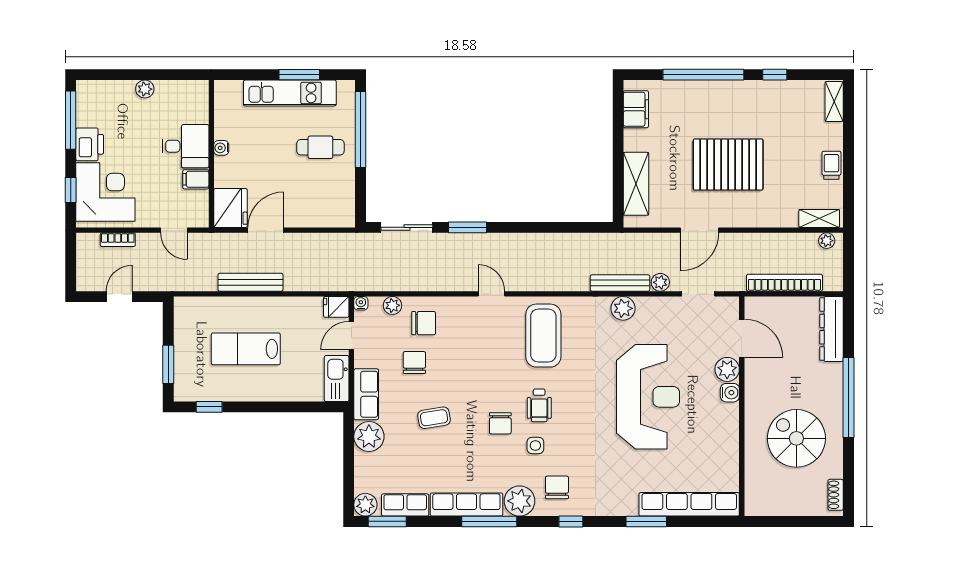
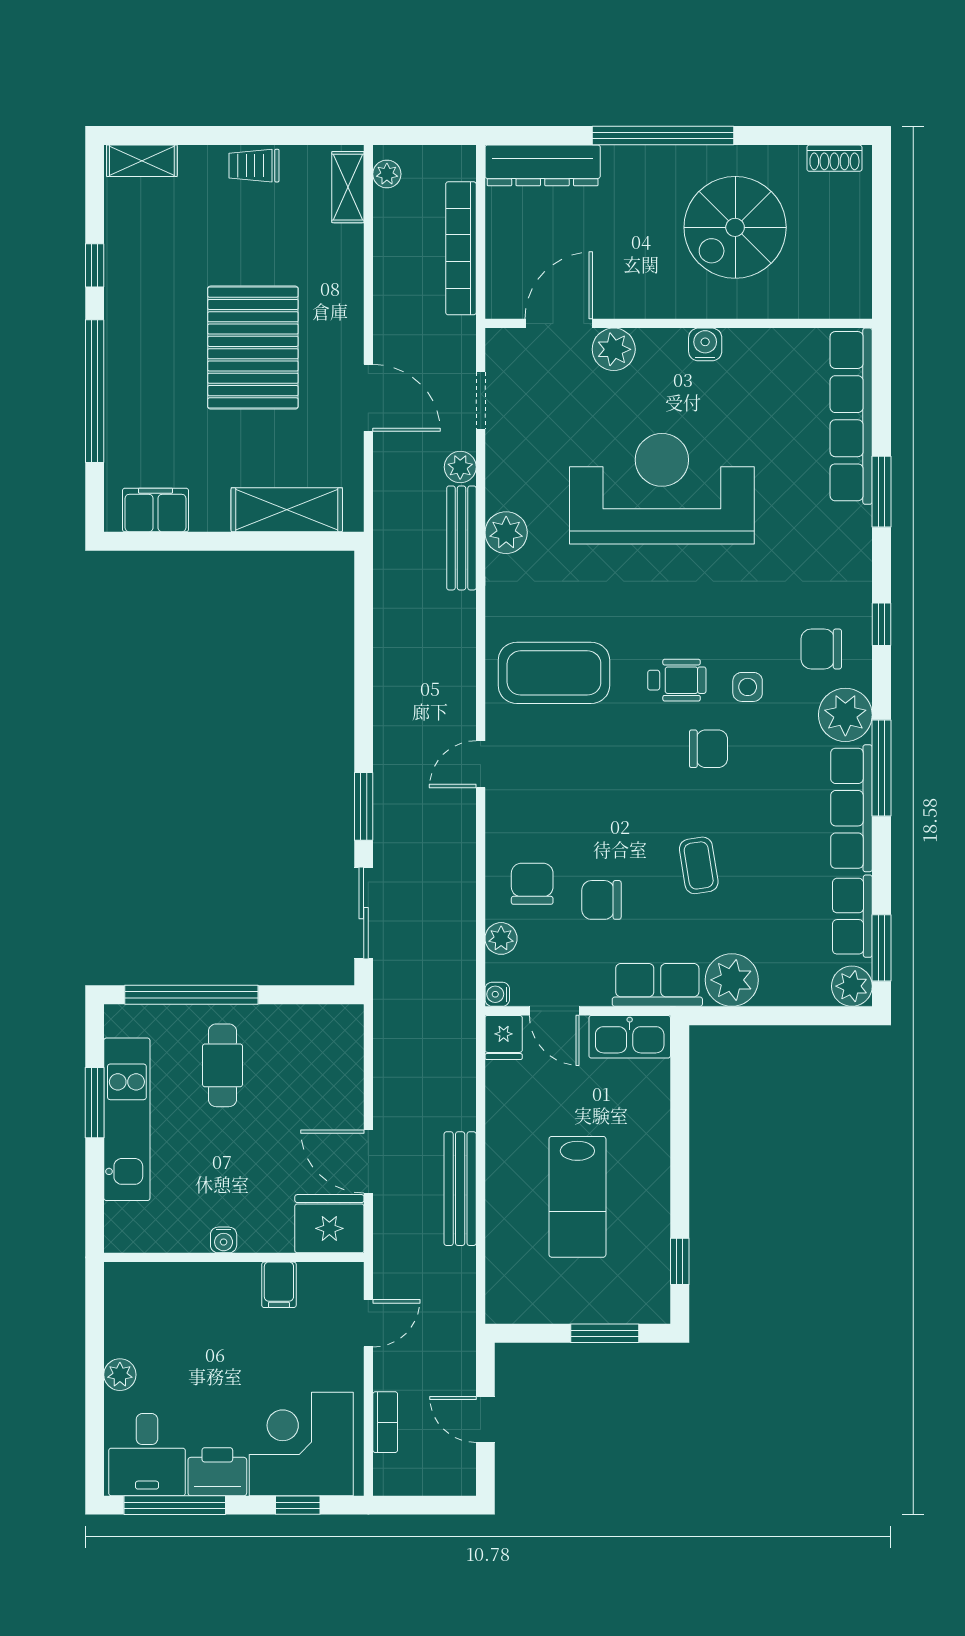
desk: (185, 146) -> (147, 1455), moved, turned 180
water cooler: (730, 393) -> (705, 344), moved

